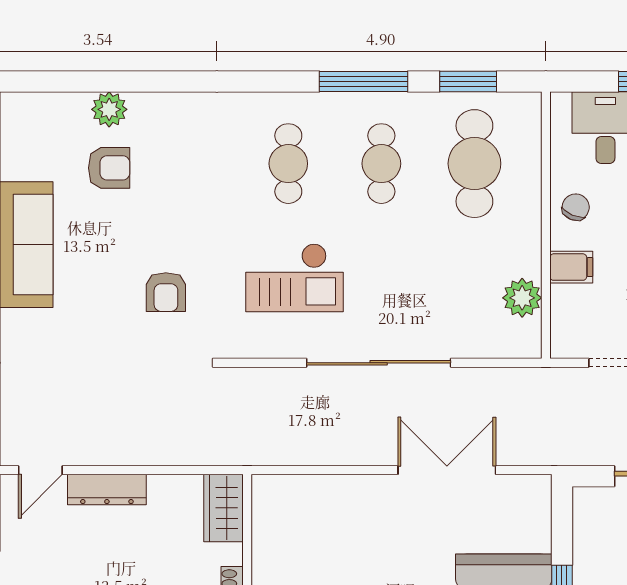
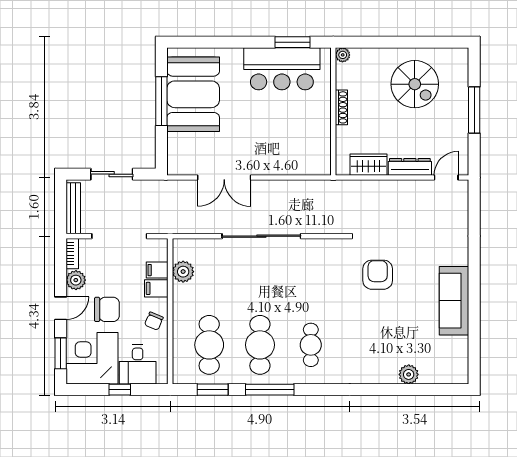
cafe table: (381, 164) -> (260, 345), width x1.37, depth x1.35
armchair: (109, 168) -> (409, 343), removed
checkout: (295, 278) -> (307, 283), removed
armchair: (166, 292) -> (378, 275), width x1.38, depth x1.38
filing cabinet: (570, 301) -> (157, 270), added
wardrobe: (223, 508) -> (368, 165), moved, turned -90

